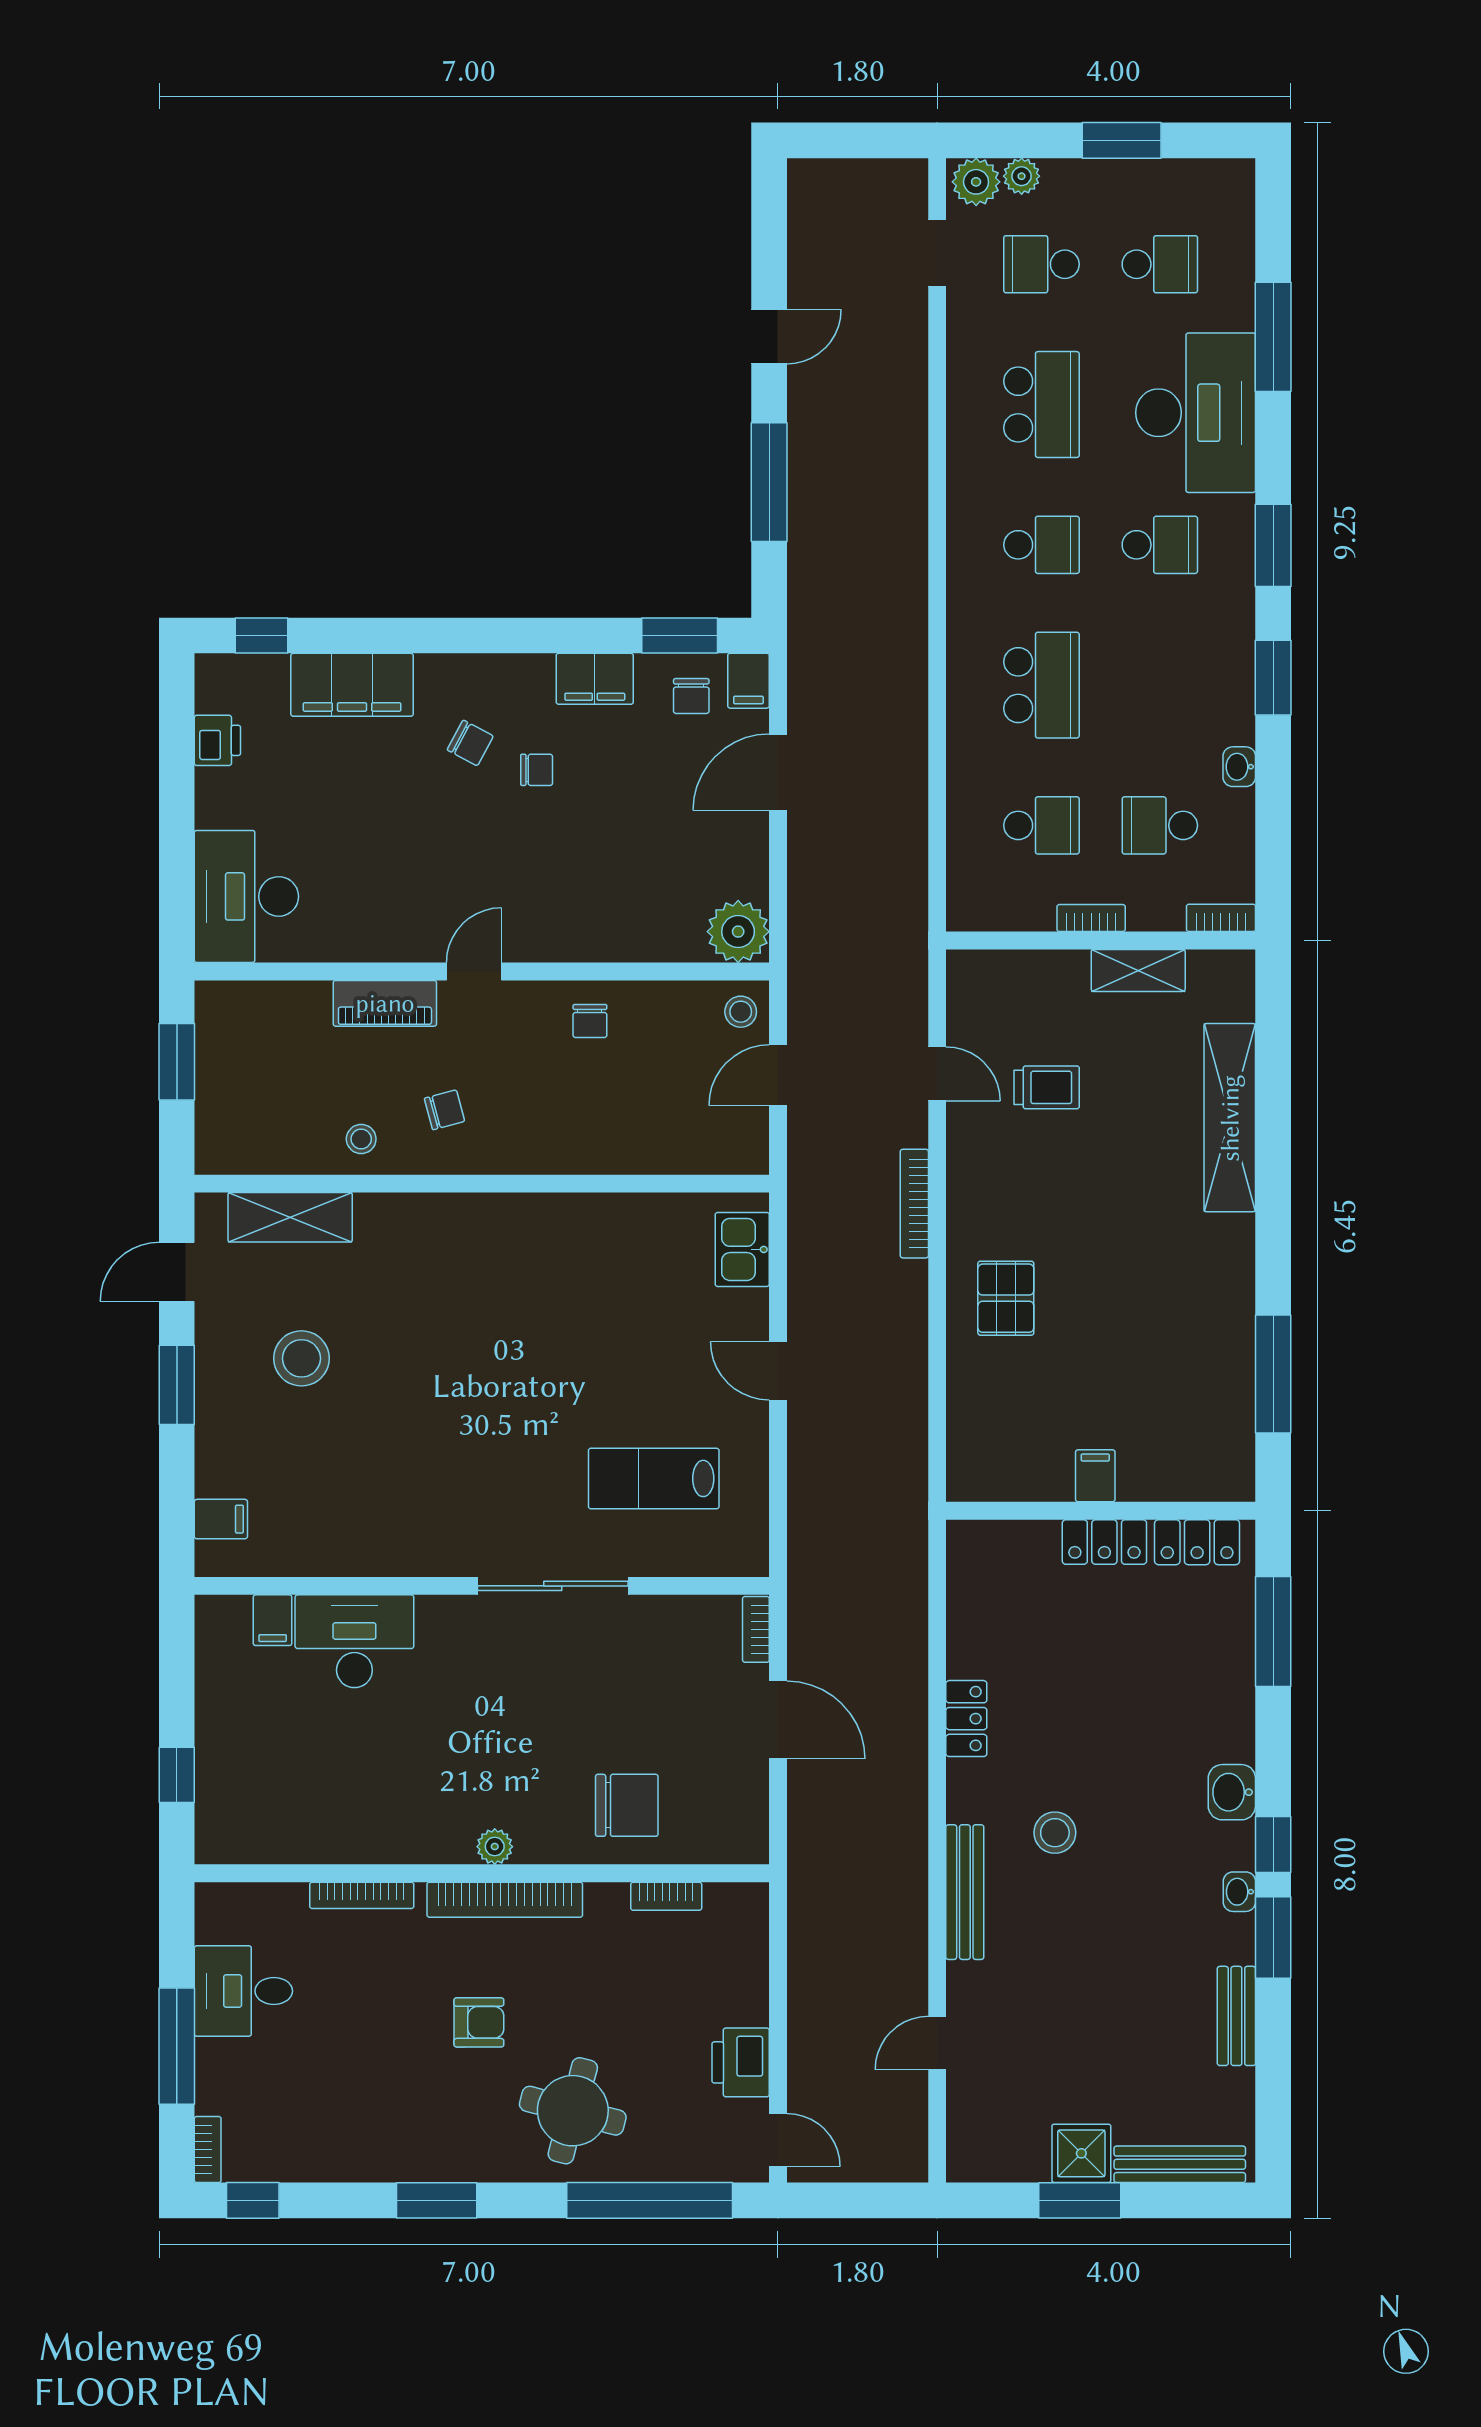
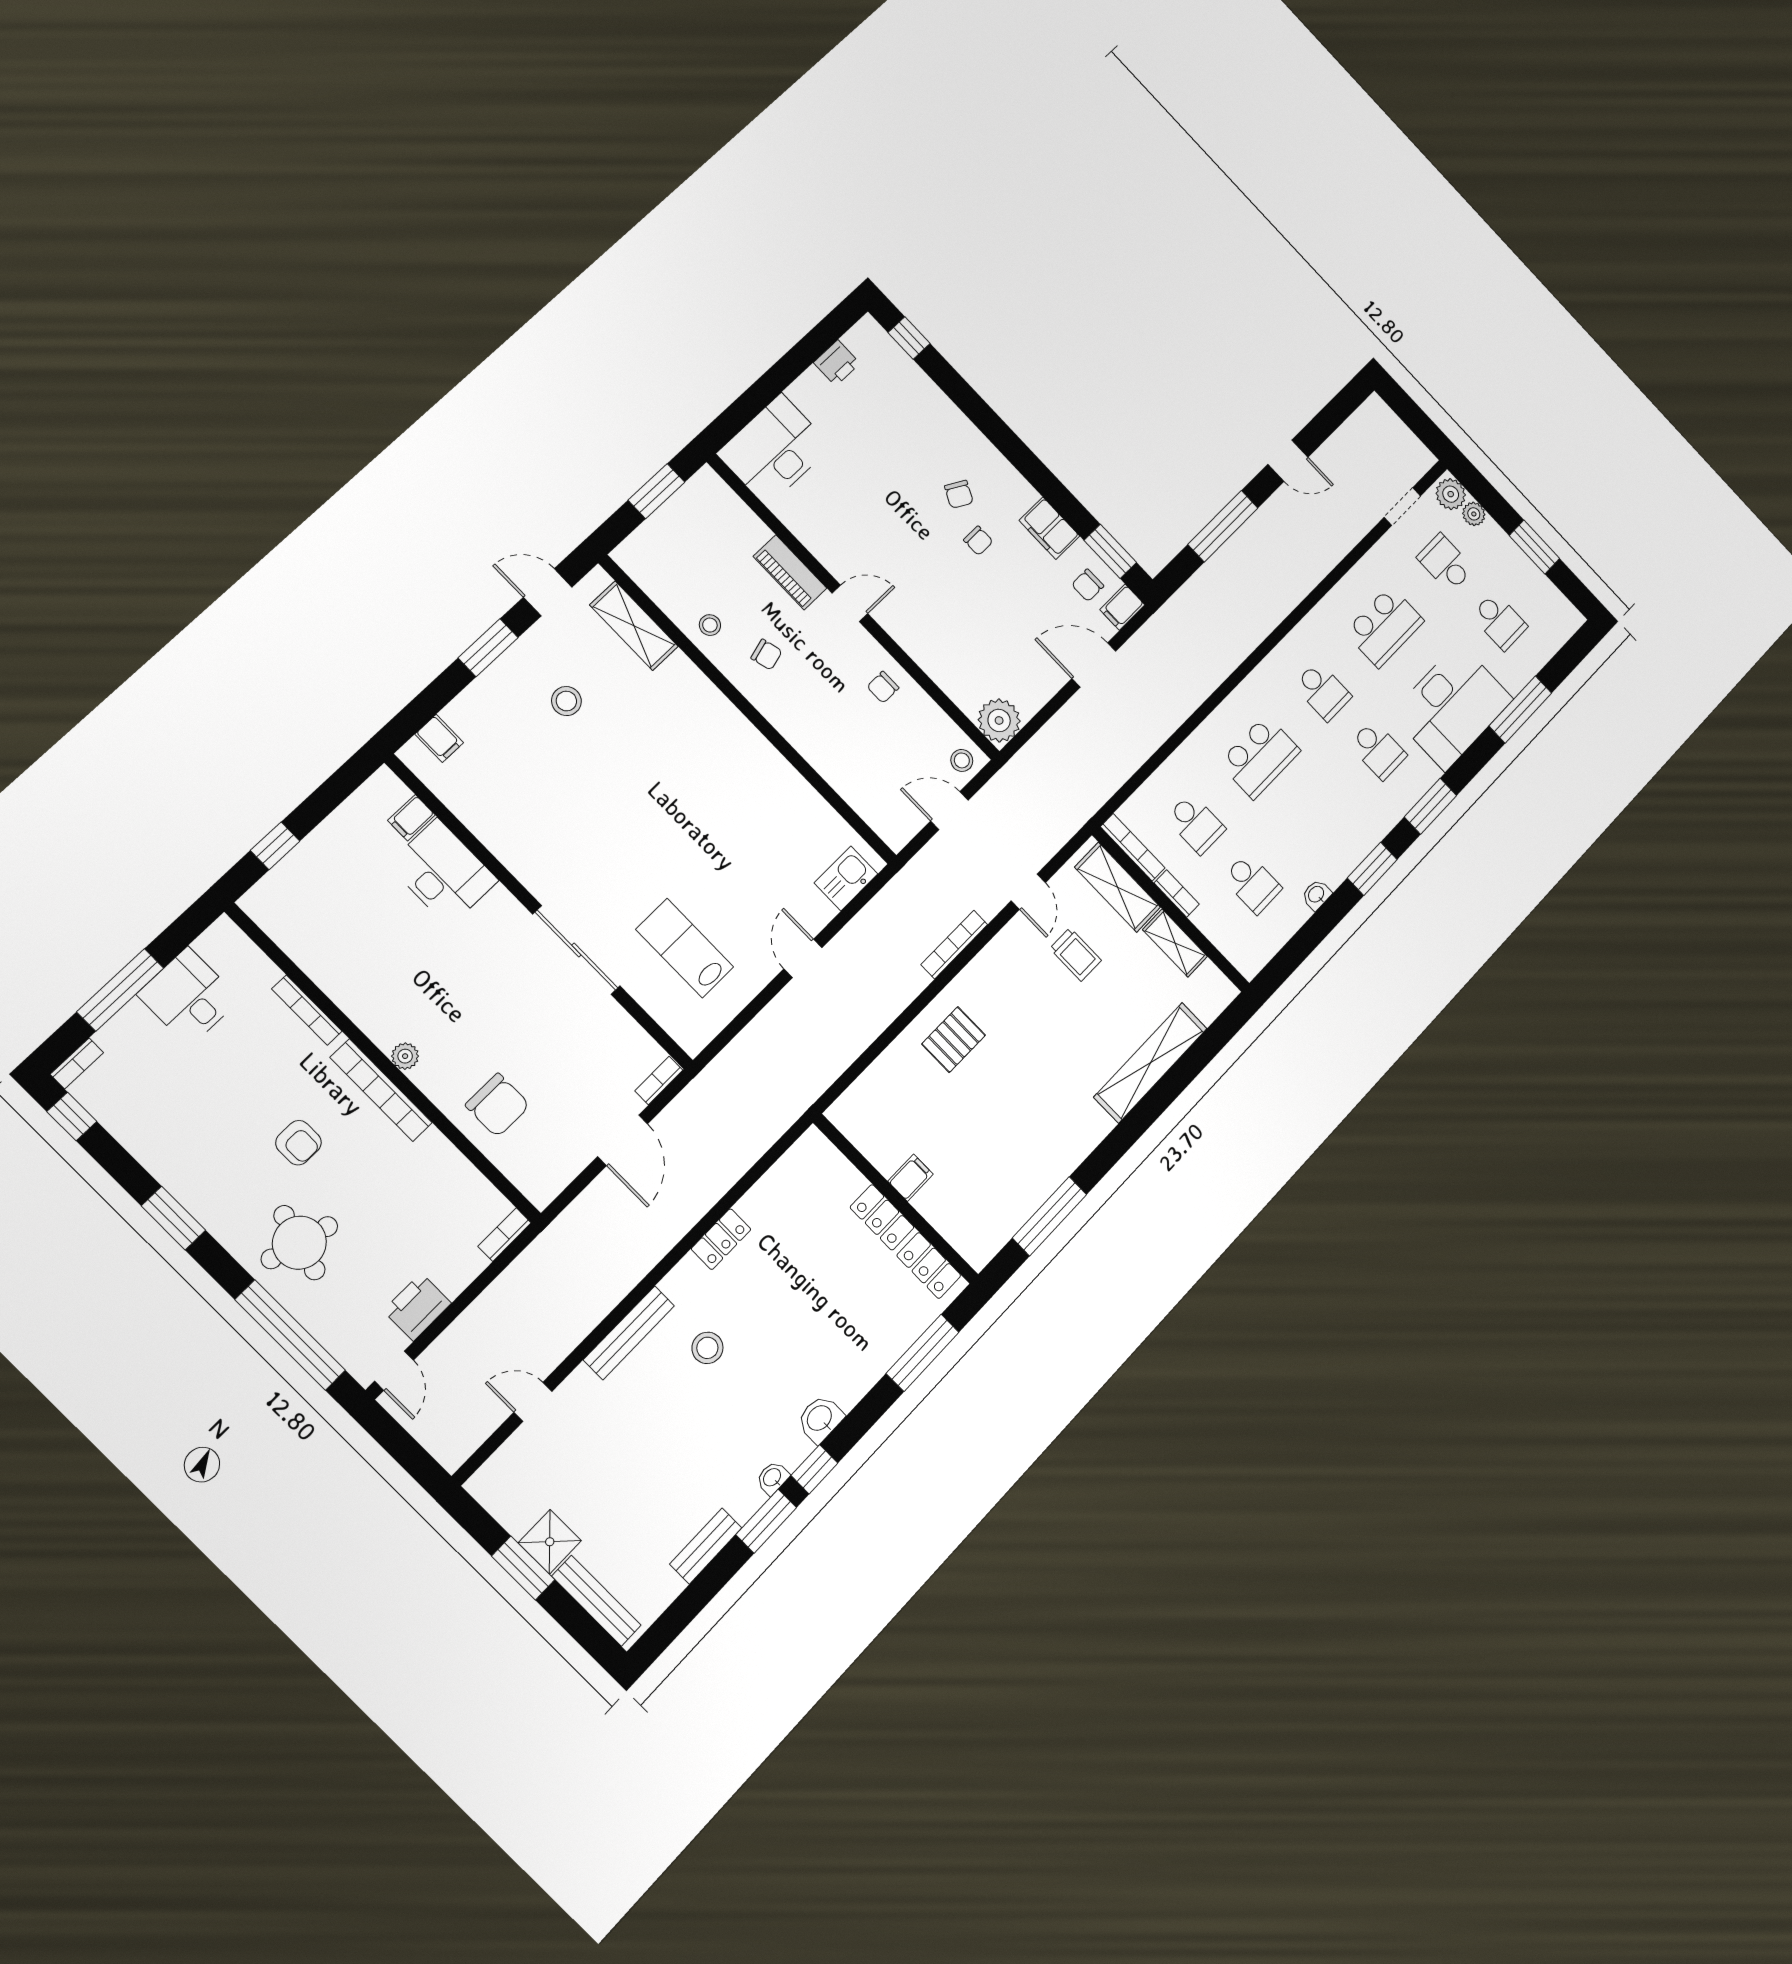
filing cabinet: (352, 685) -> (929, 407), removed
school desk: (1160, 825) -> (1252, 883), turned 180
bookcase: (1221, 918) -> (1133, 847), moved, width x1.56
shelving: (1024, 975) -> (1118, 887), added
stool: (301, 1358) -> (566, 701), width x0.73, depth x0.73
bookcase: (666, 1896) -> (505, 1235), moved, turned 90

